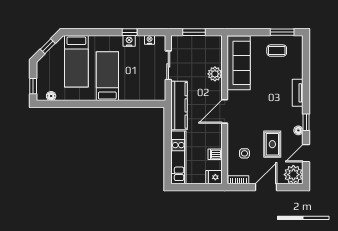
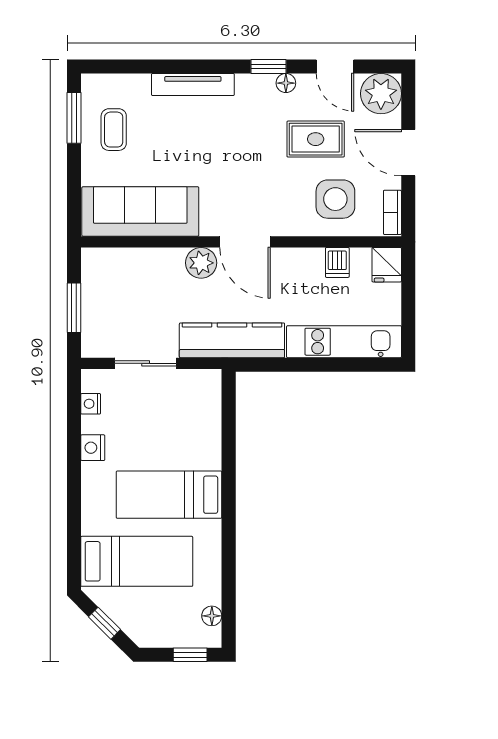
window: (130, 32) -> (74, 447), removed
plant: (215, 74) -> (201, 263), moved
tv unit: (298, 93) -> (193, 85), width x1.41
side table: (244, 153) -> (335, 199), width x1.87, depth x1.87

